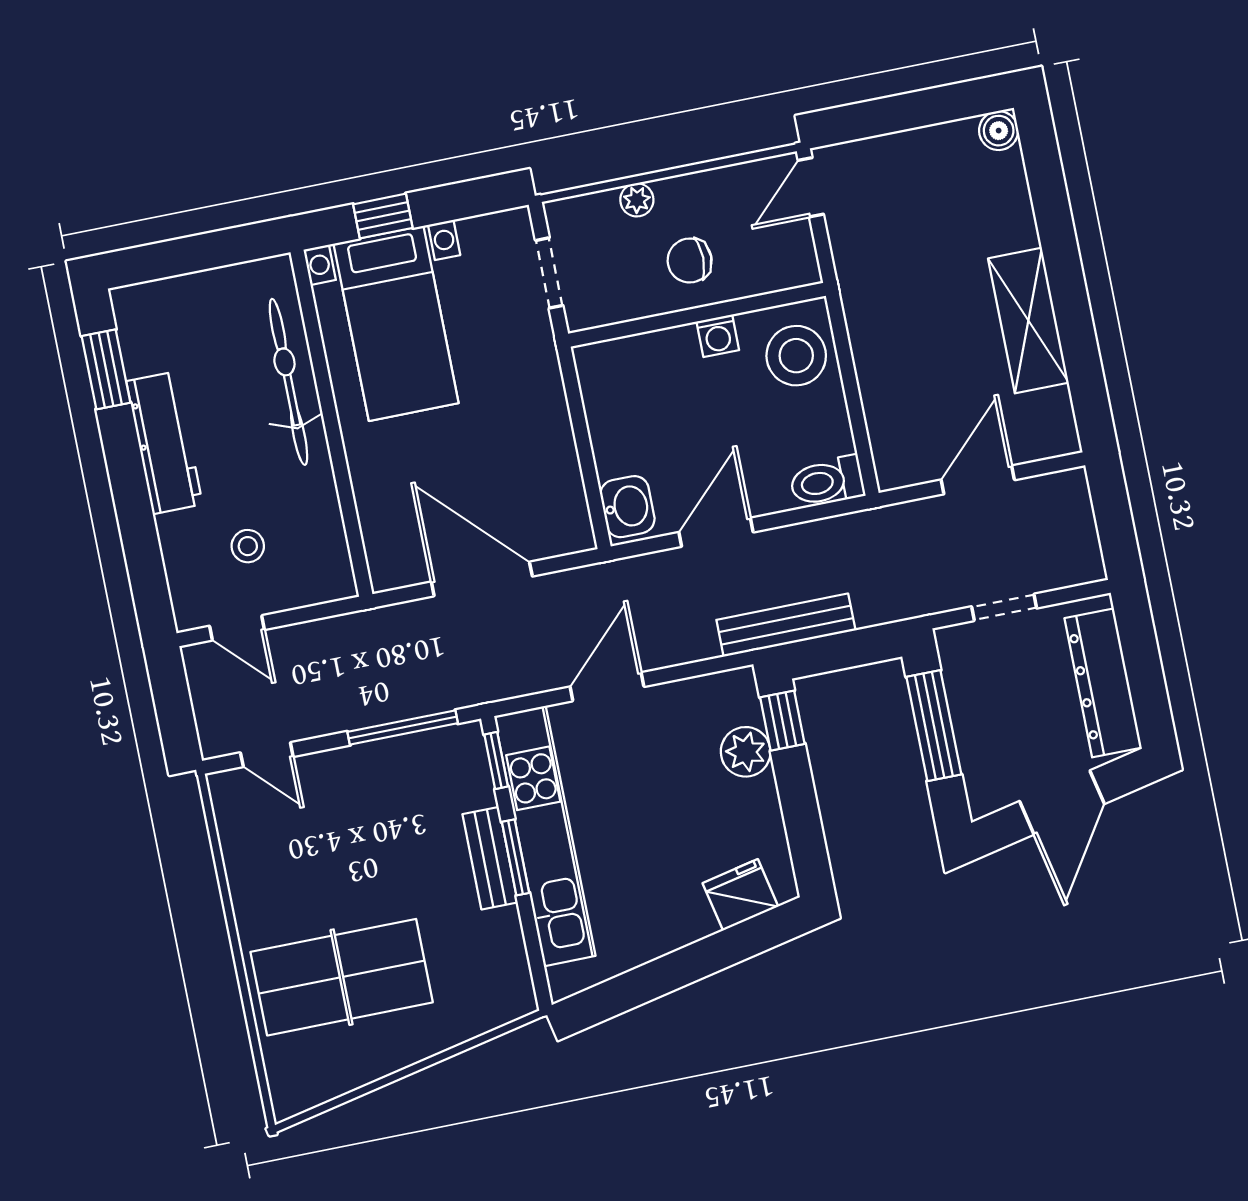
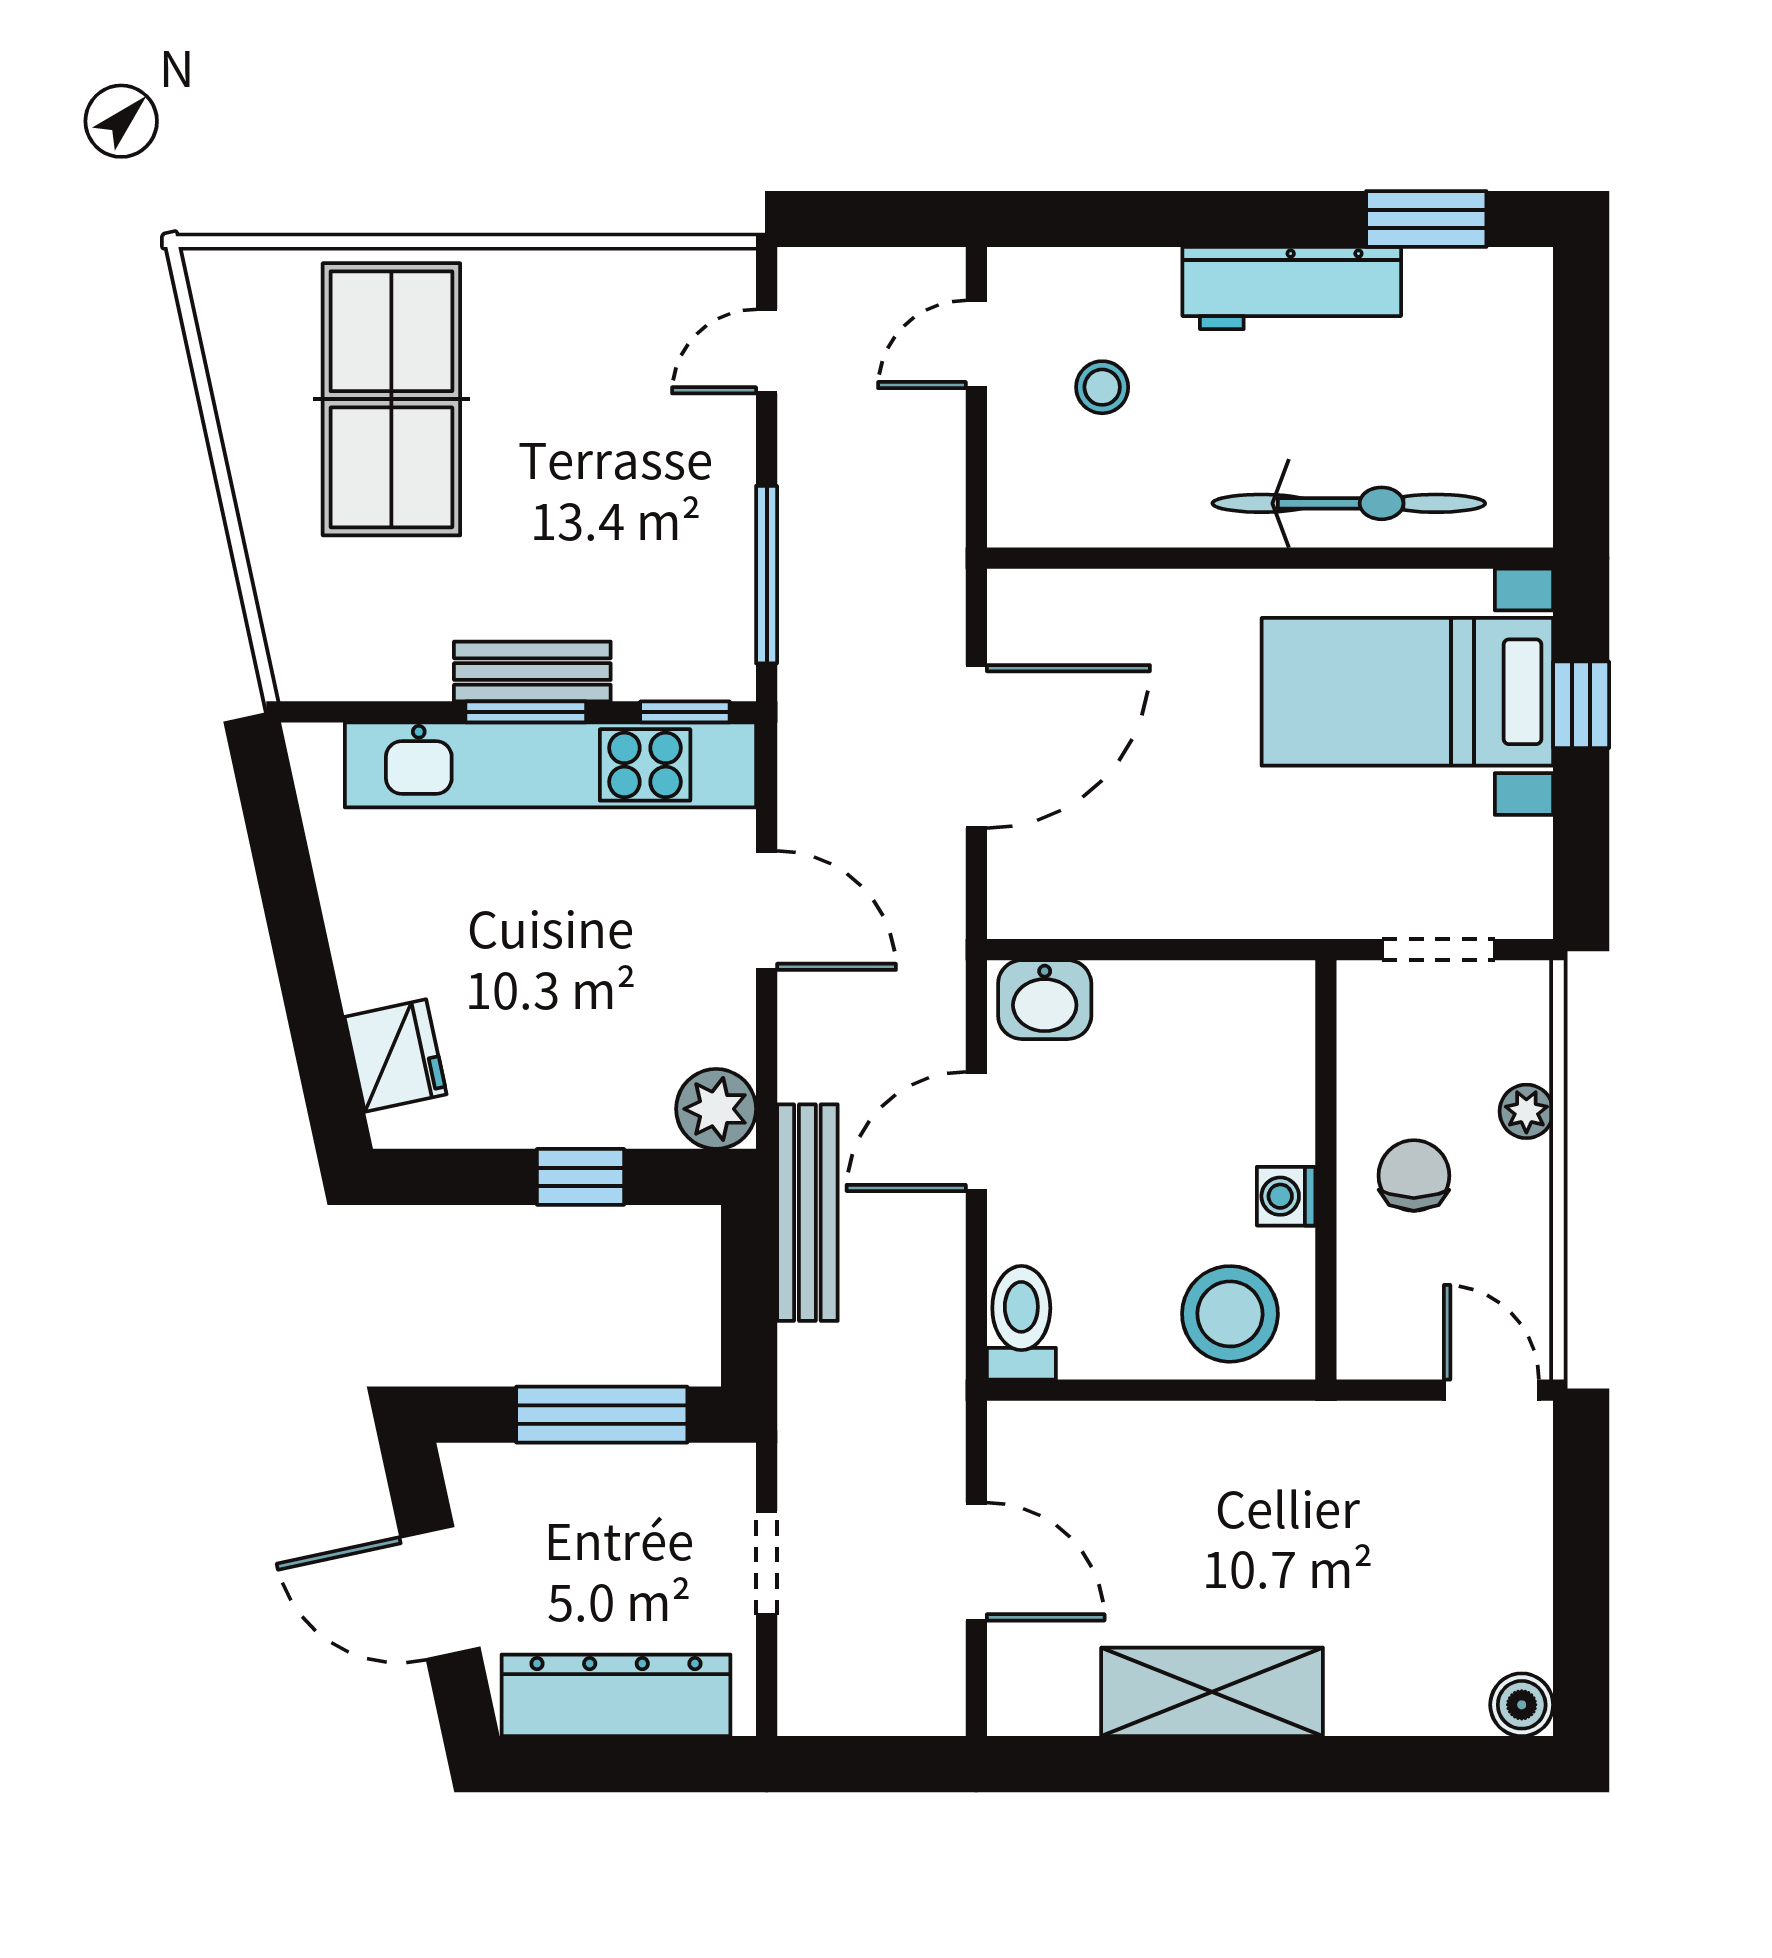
door: (716, 532) -> (976, 1131), swing flipped
window: (782, 721) -> (580, 1177), moved
plant: (746, 752) -> (716, 1109), moved

